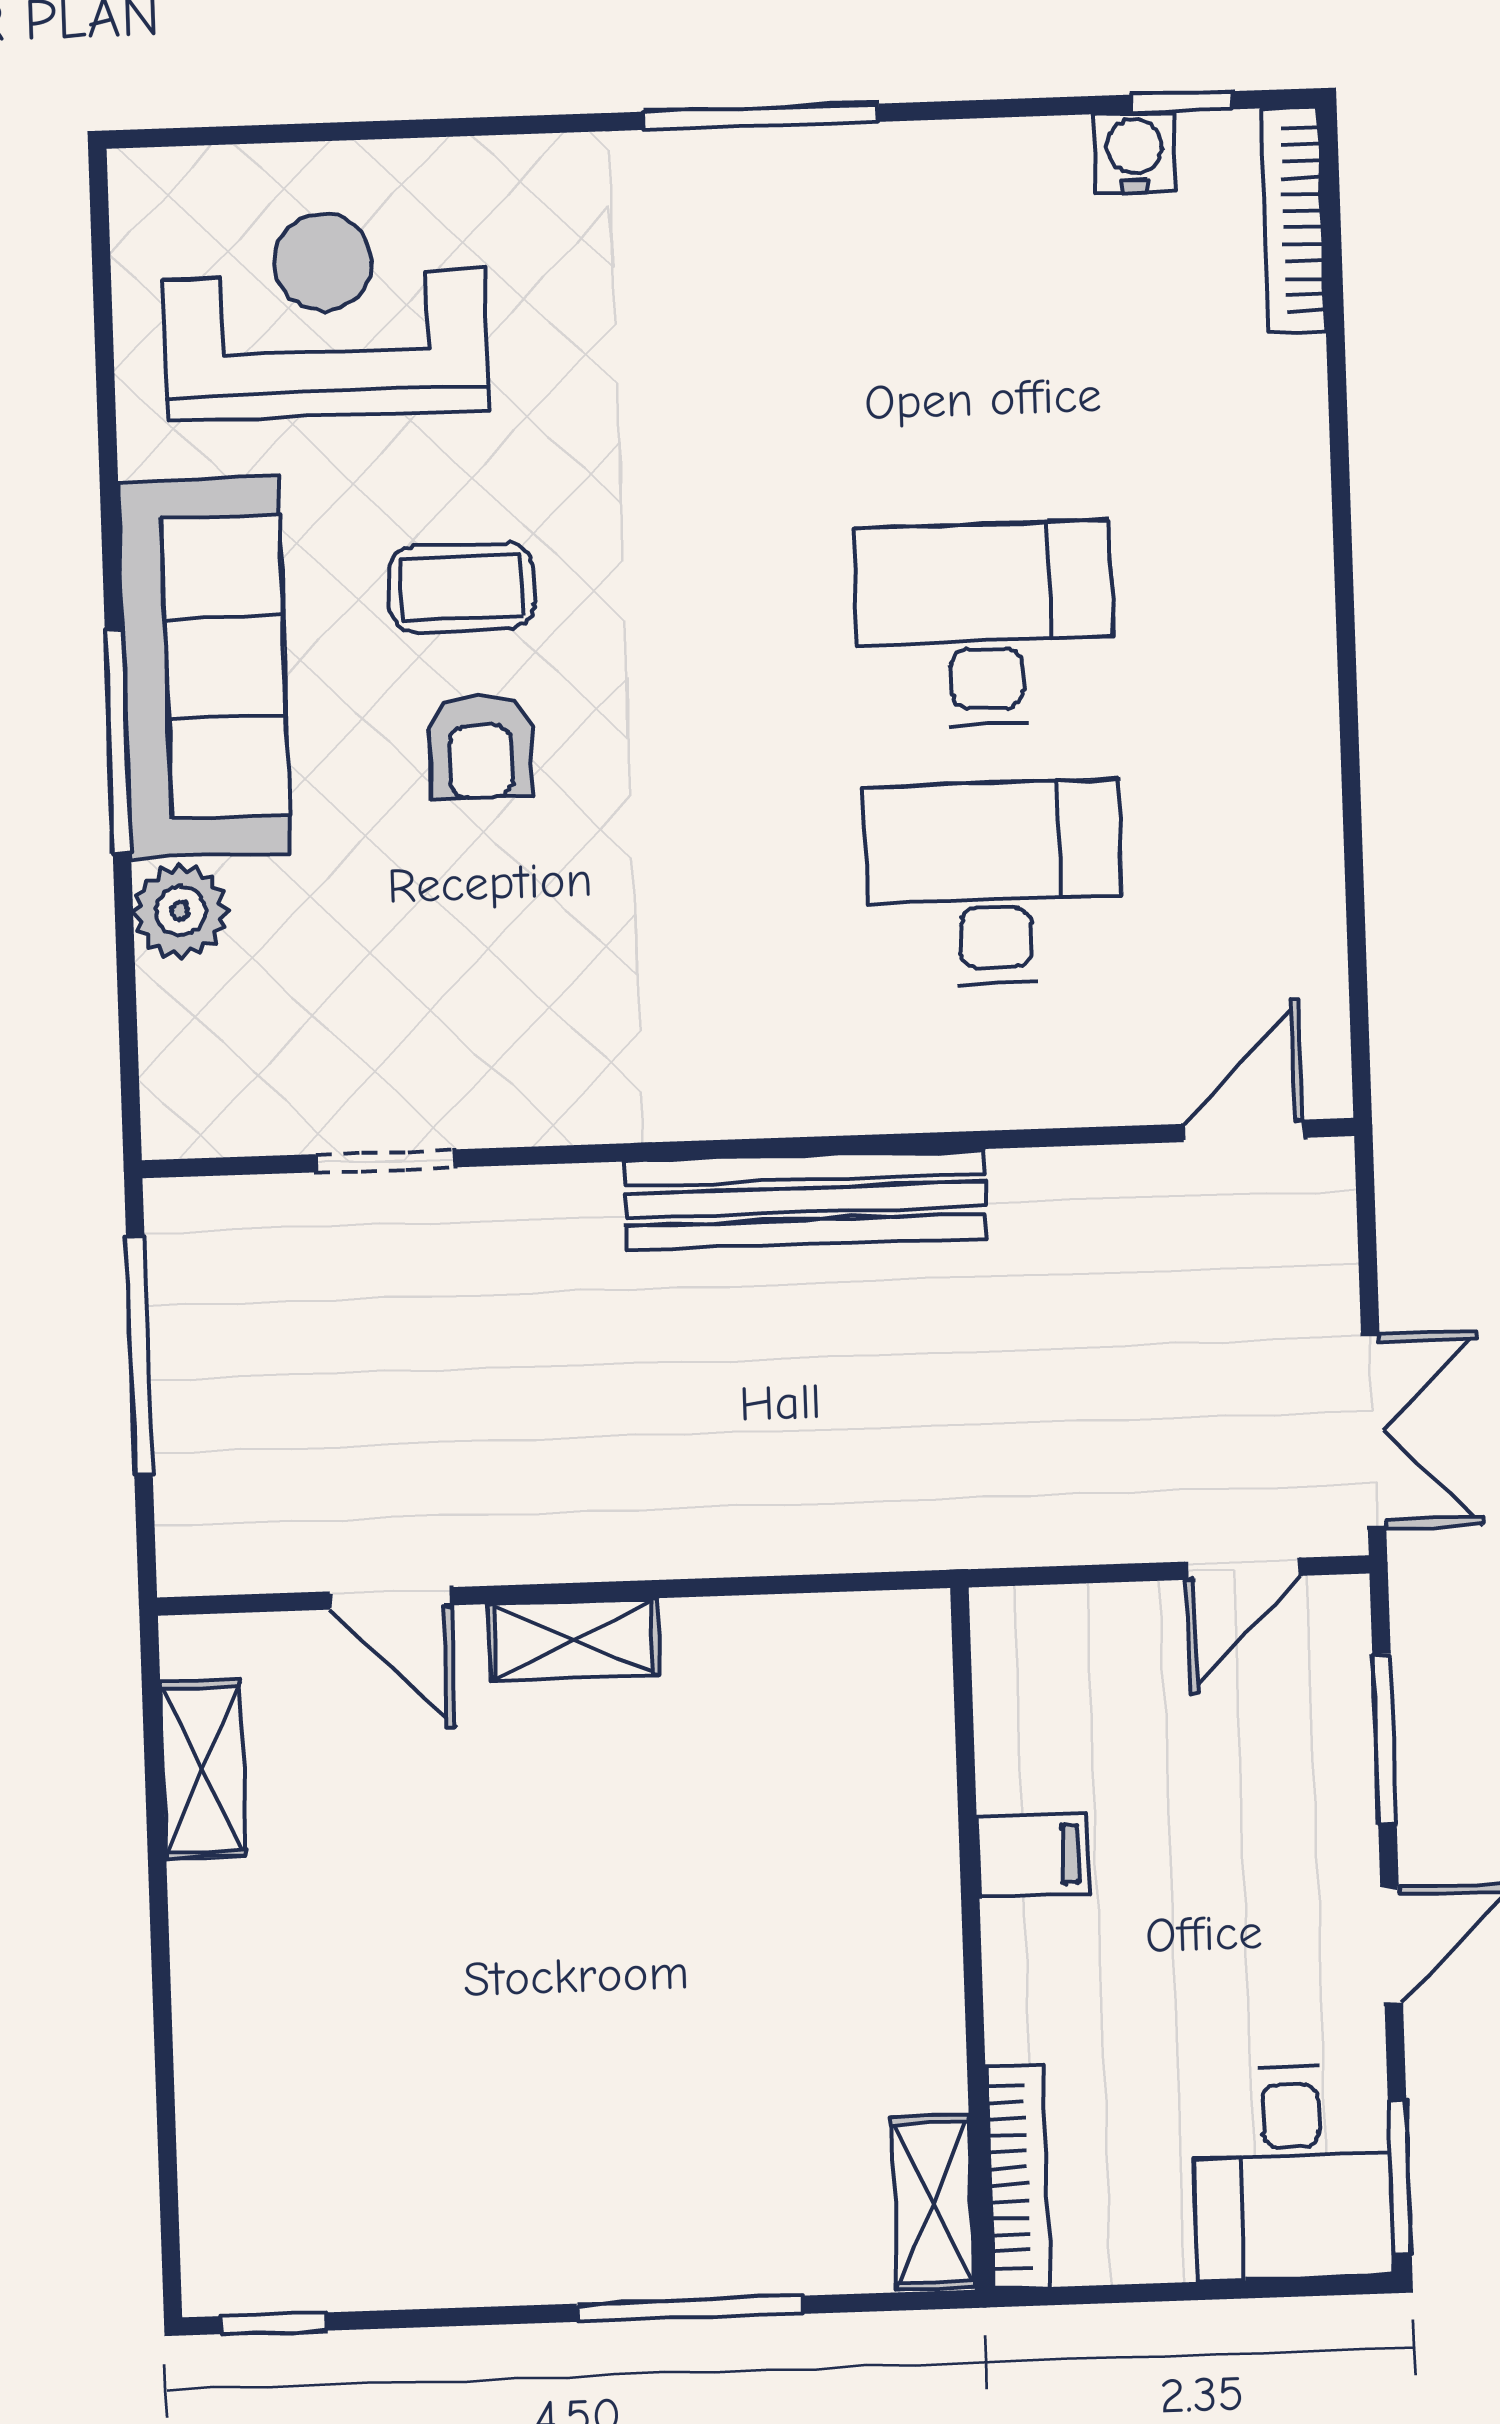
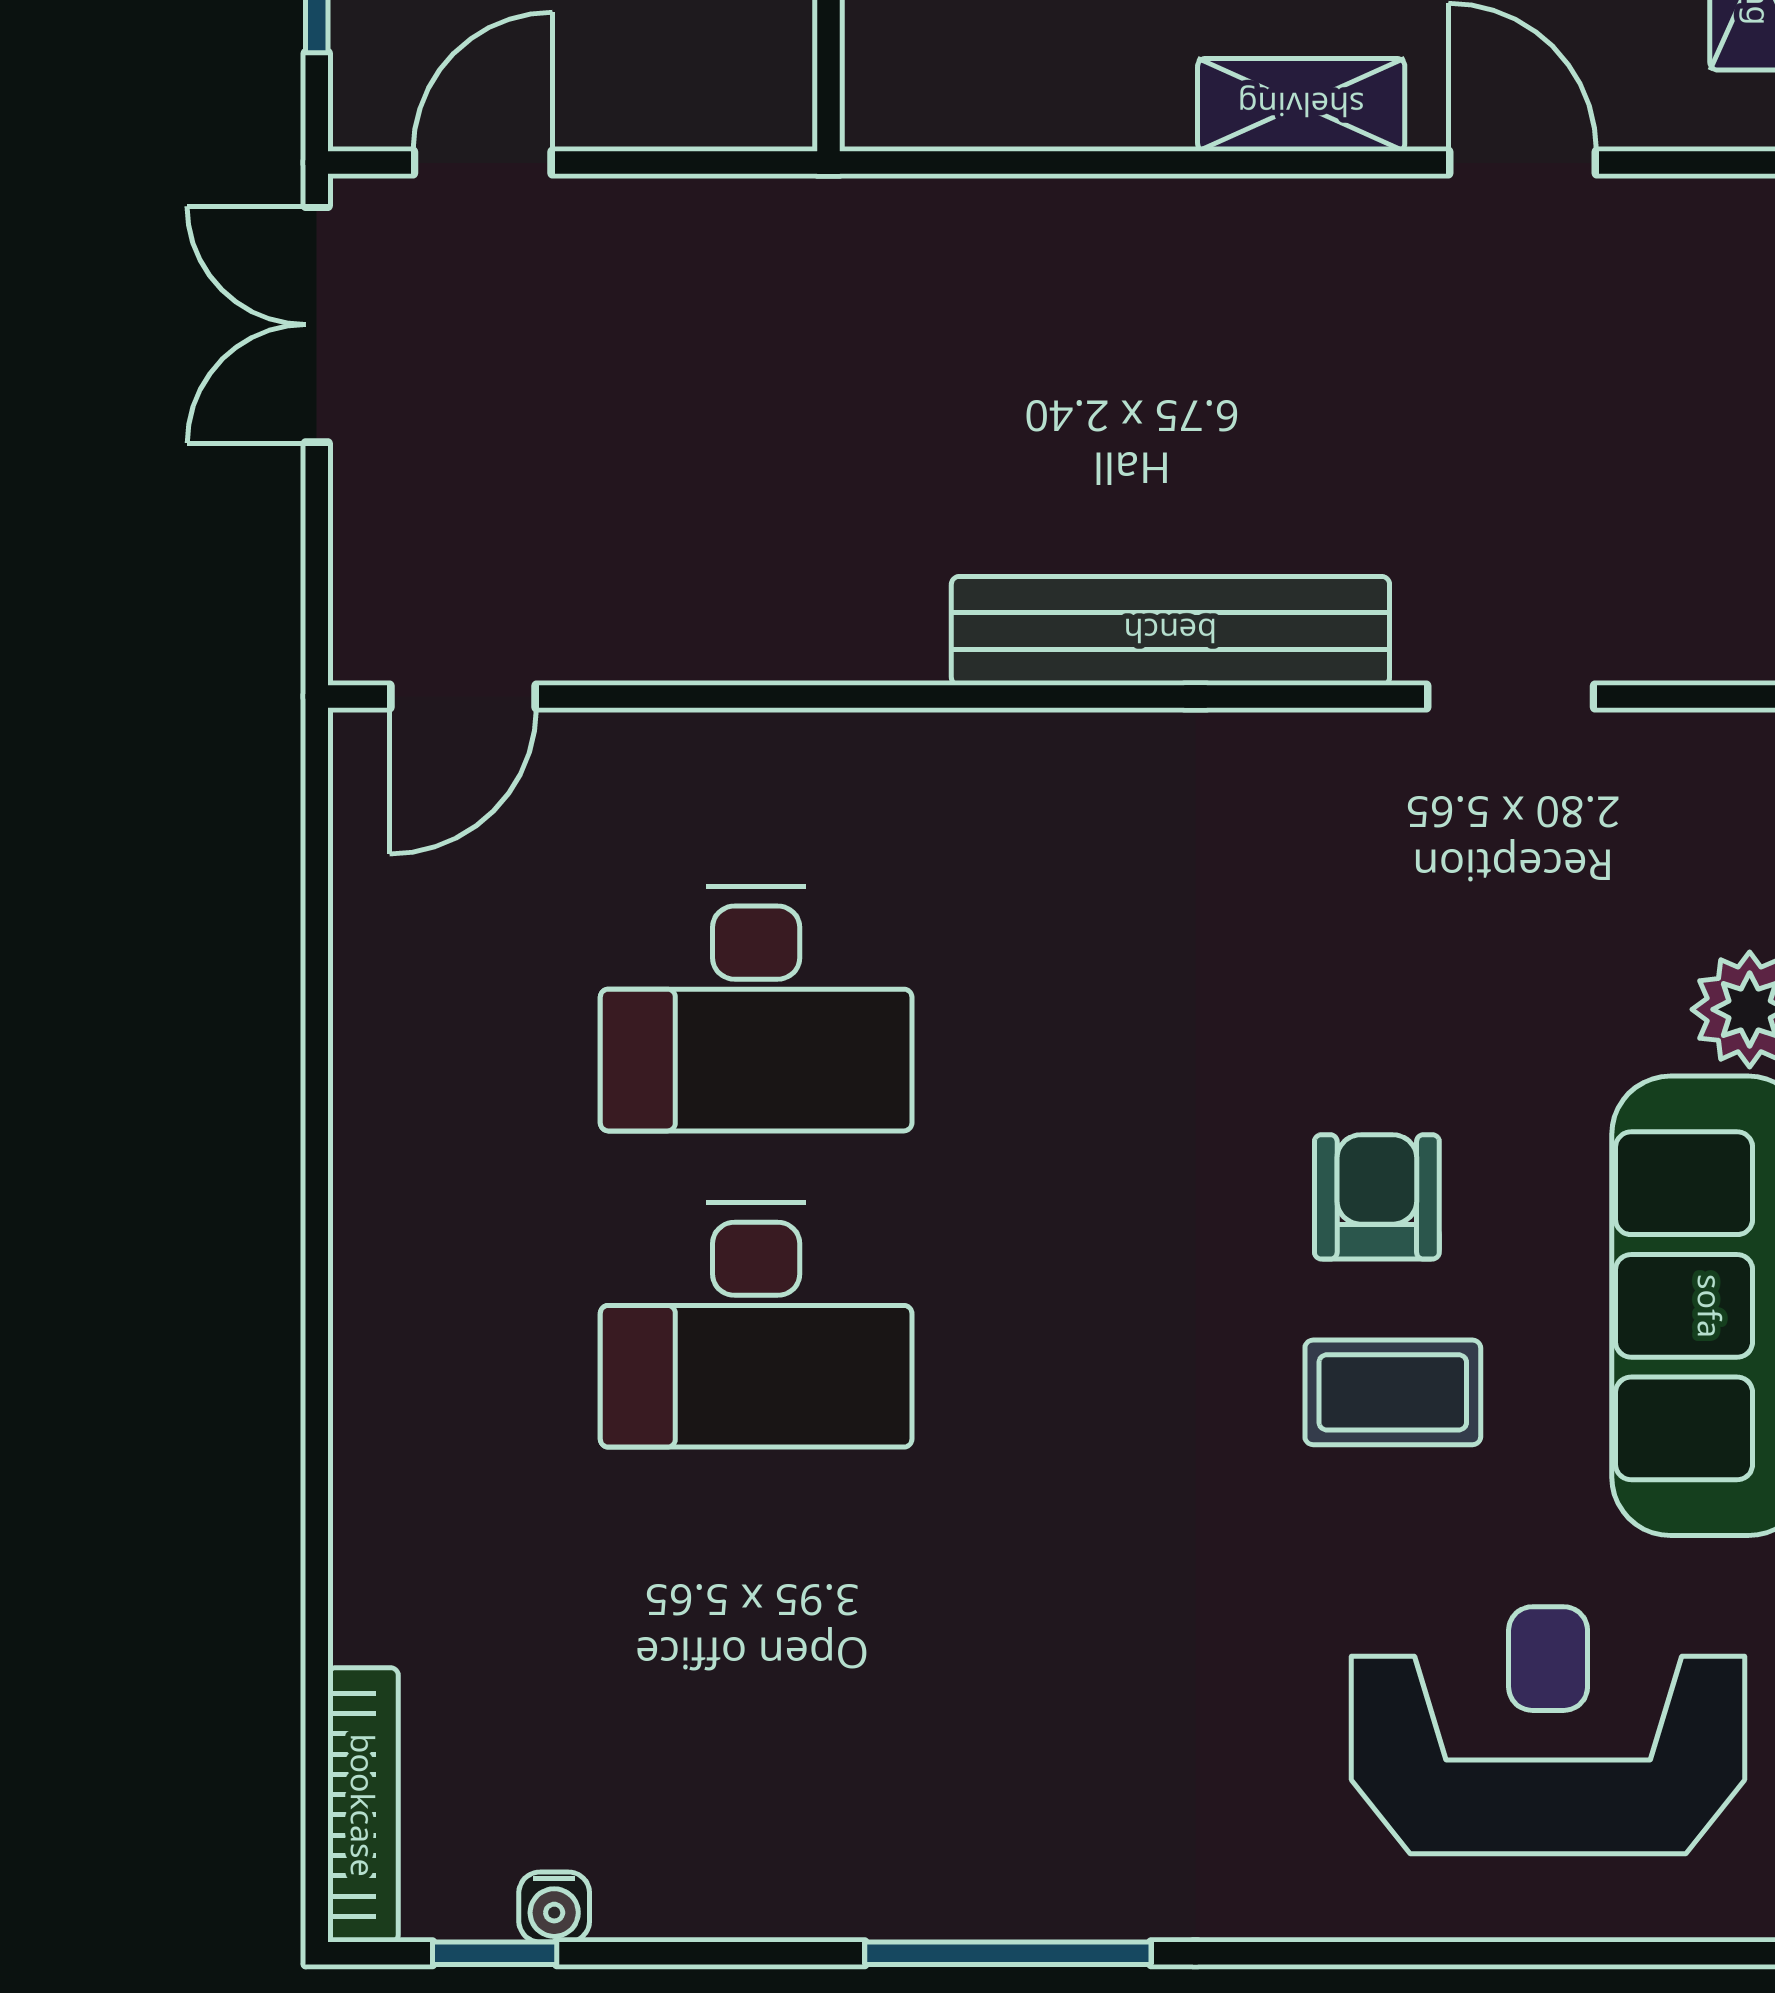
water cooler: (1134, 153) -> (554, 1907), width x0.72, depth x0.72
reception desk: (325, 315) -> (1548, 1730), turned 180
bench: (805, 1200) -> (1170, 631), moved

